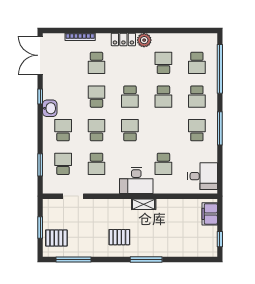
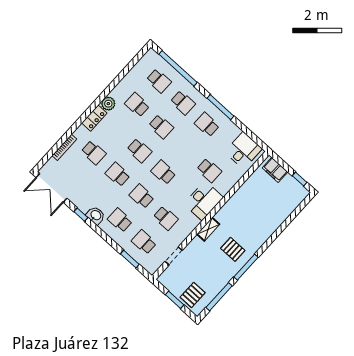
shelving: (144, 204) -> (208, 229), moved
pallet: (119, 237) -> (233, 249), turned 90
window: (146, 259) -> (246, 267), moved

